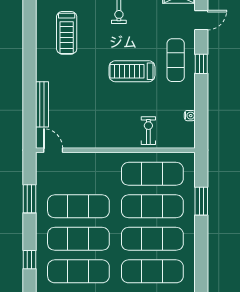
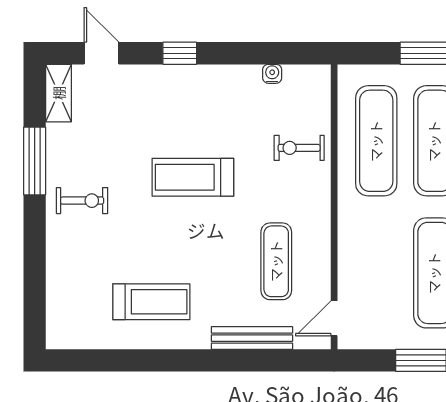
treadmill: (67, 33) -> (151, 302), moved
exercise mat: (176, 60) -> (276, 261), moved, turned 90
treadmill: (132, 71) -> (193, 177), turned 90

